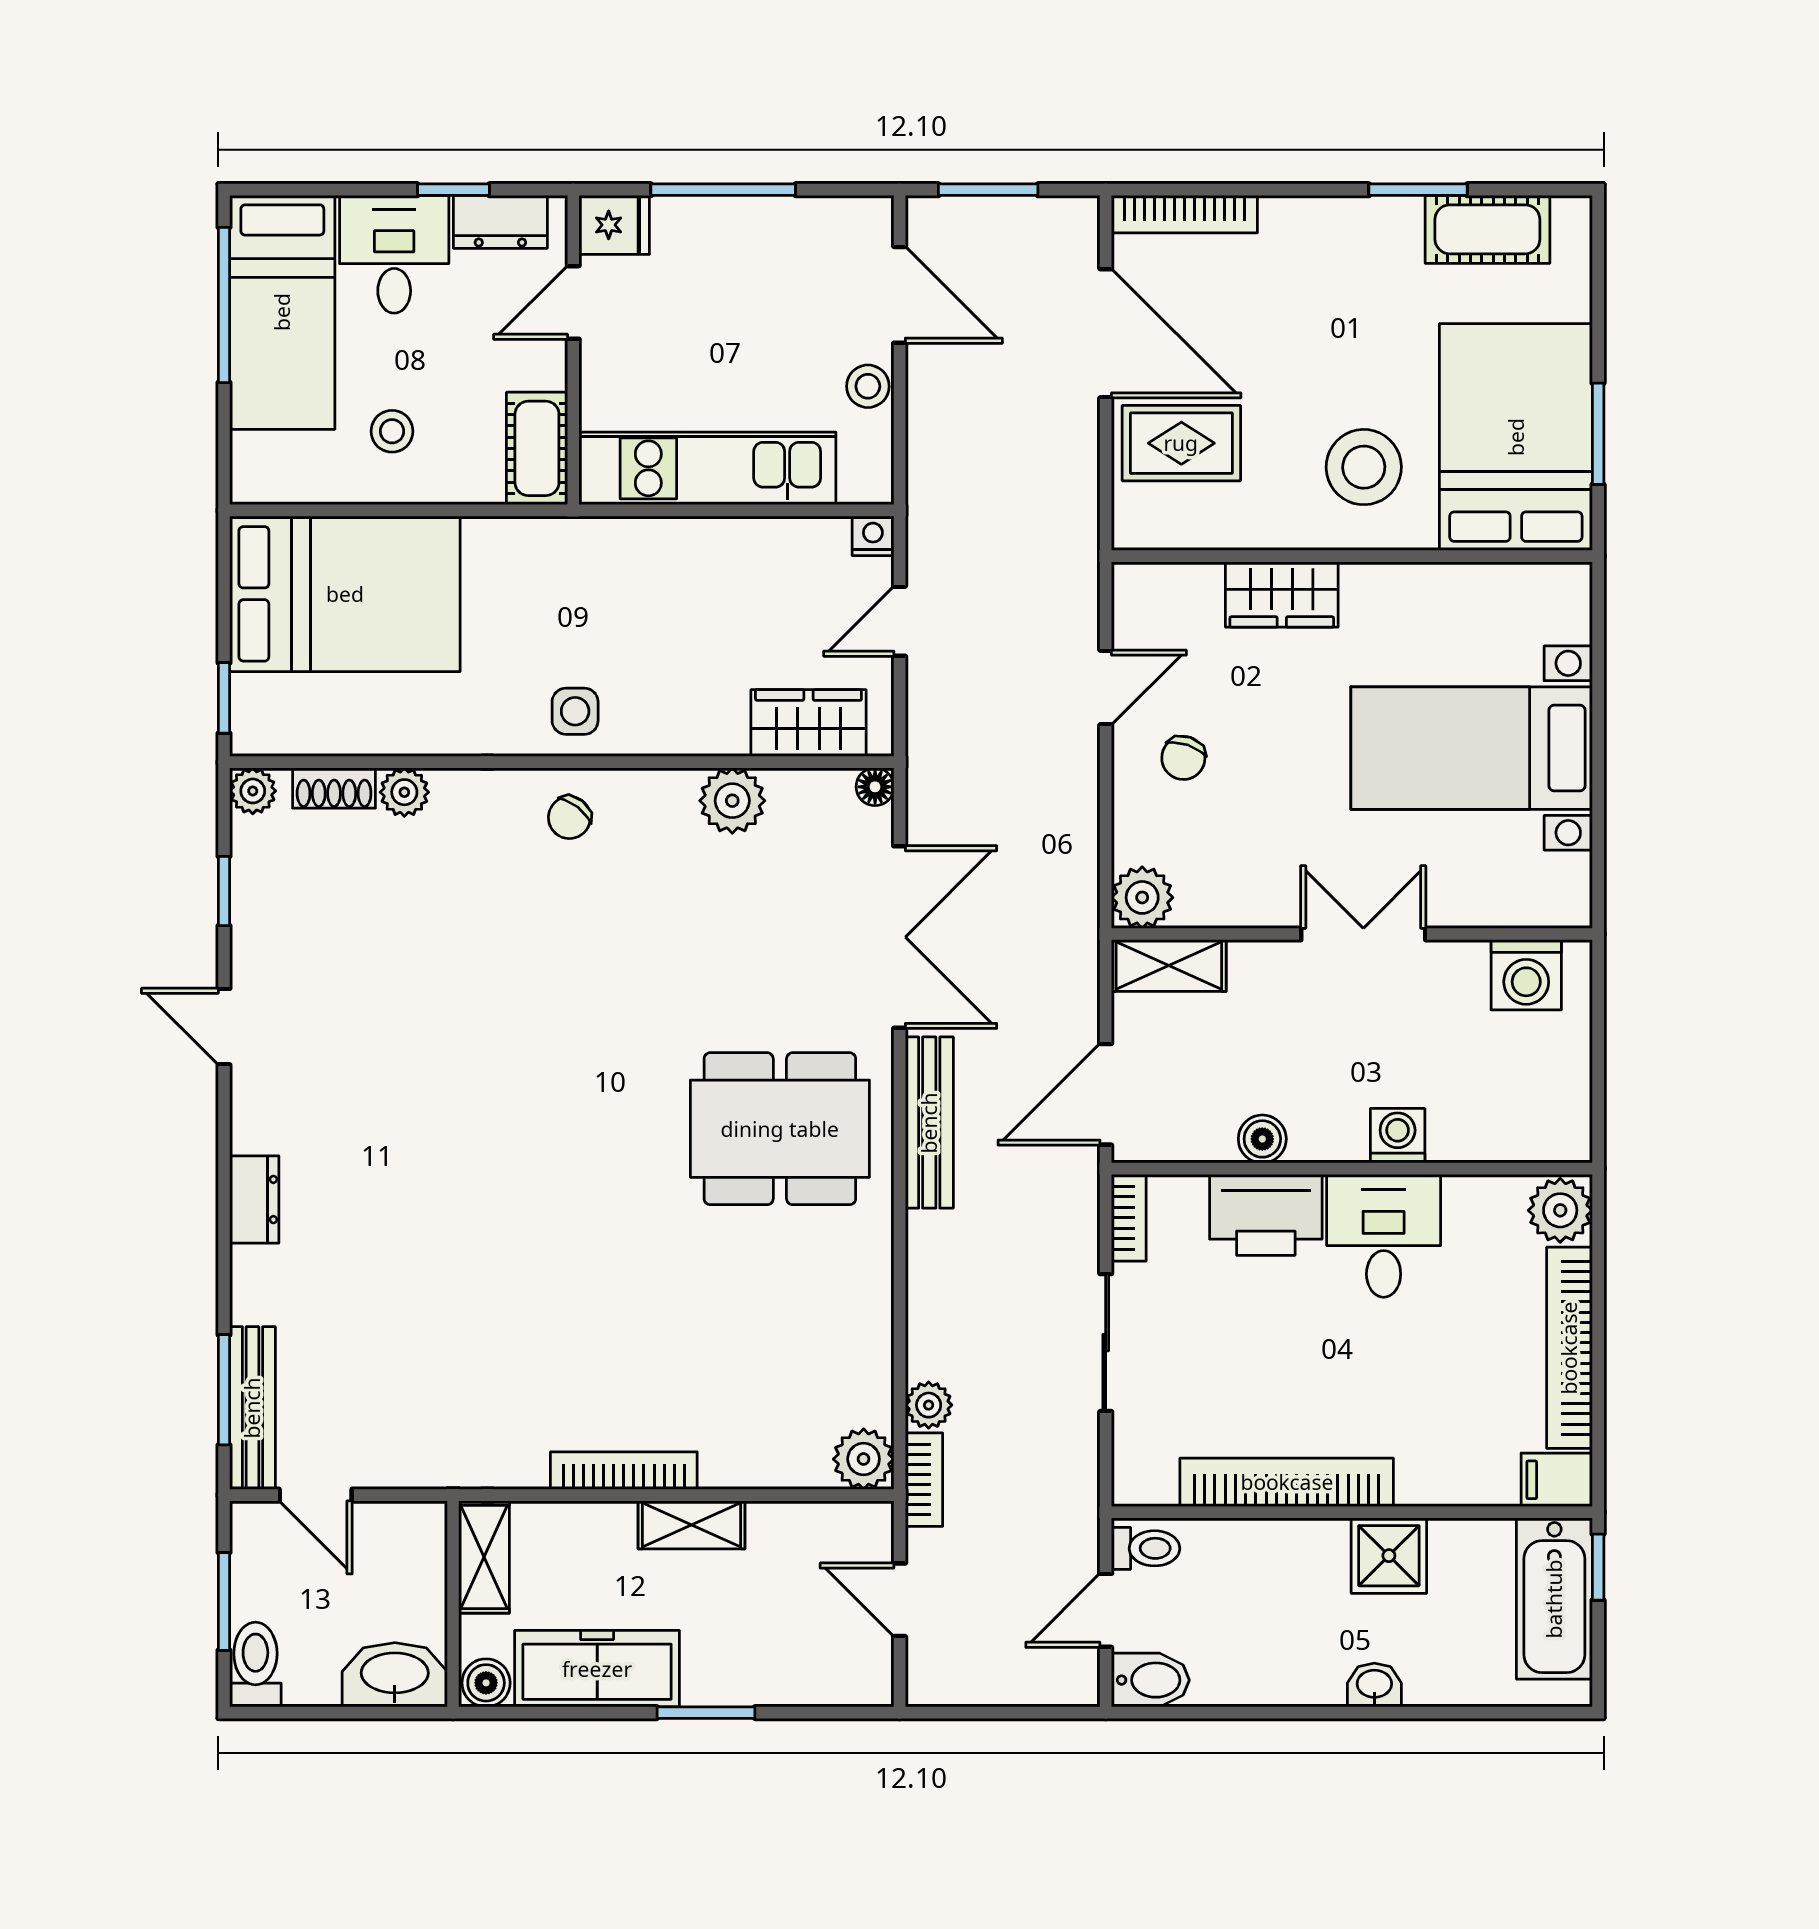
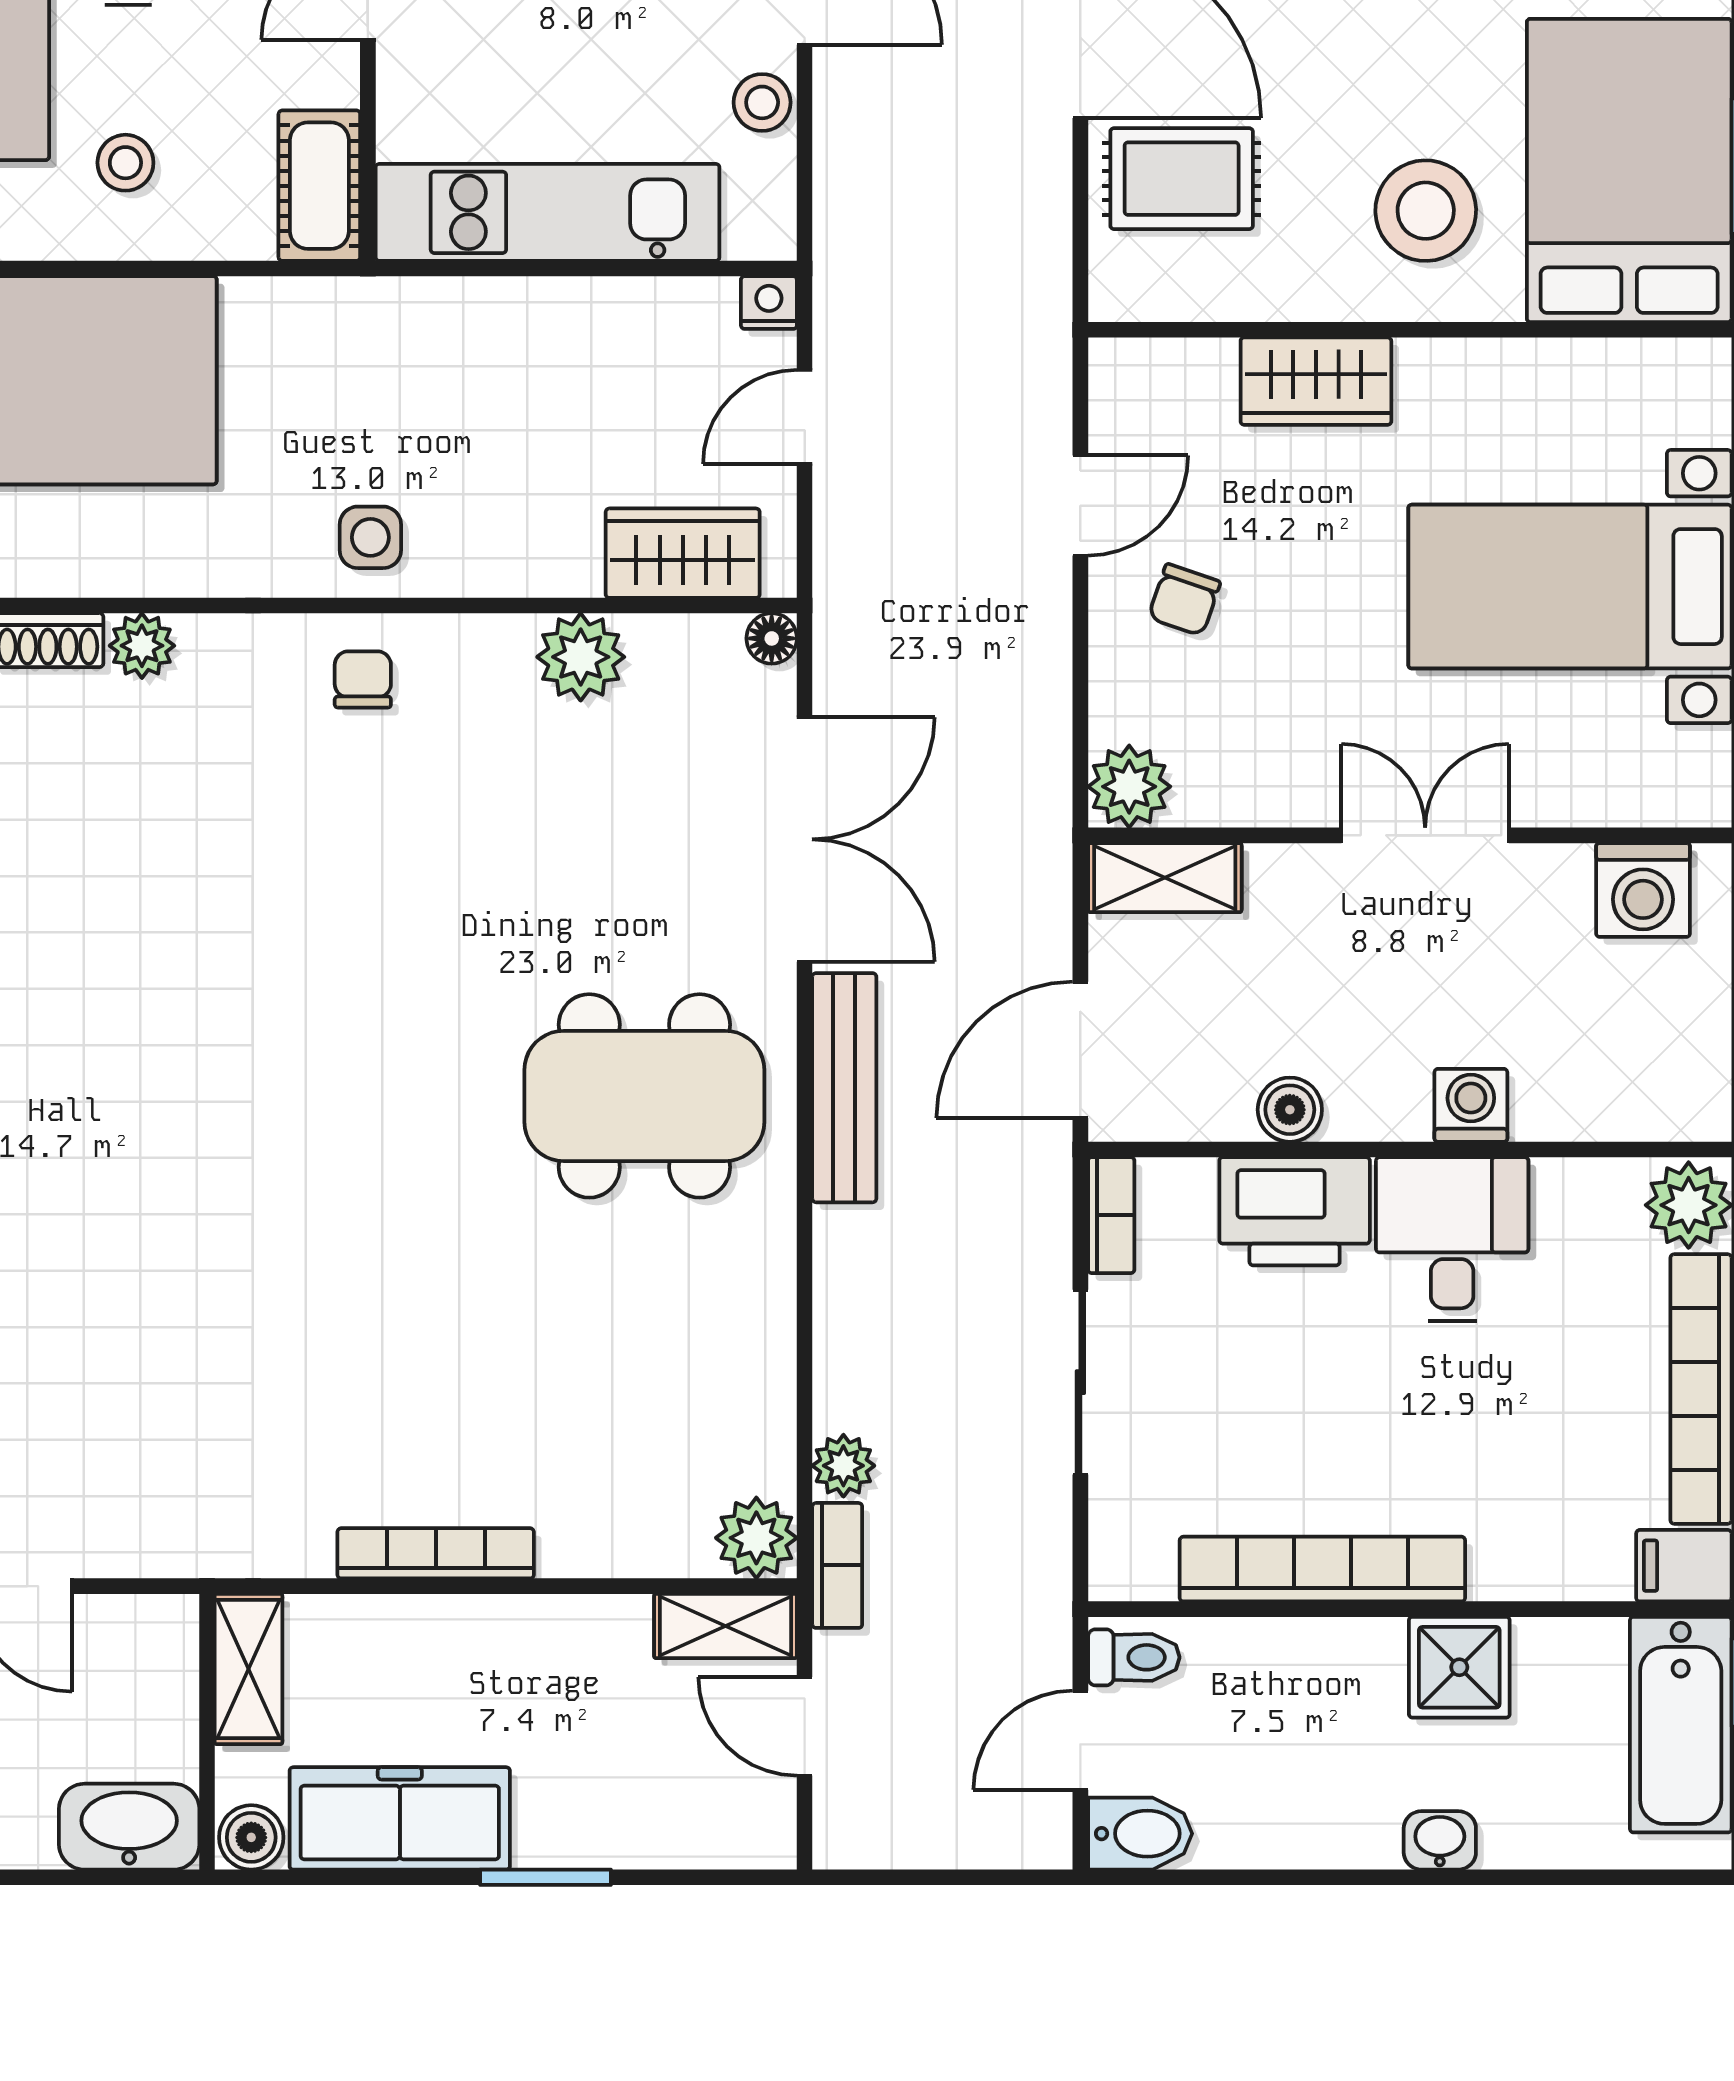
chair: (569, 817) -> (363, 679), turned 142
shelving: (691, 1525) -> (725, 1626), moved

